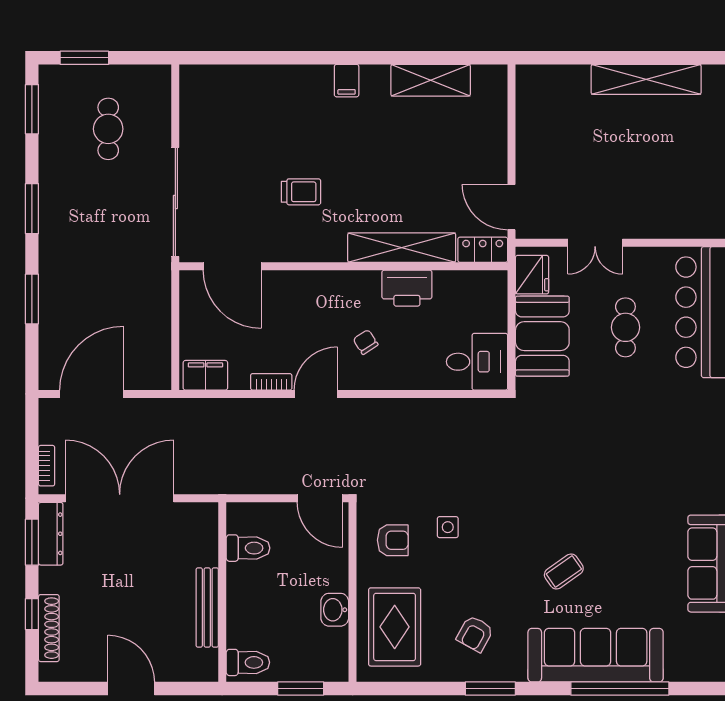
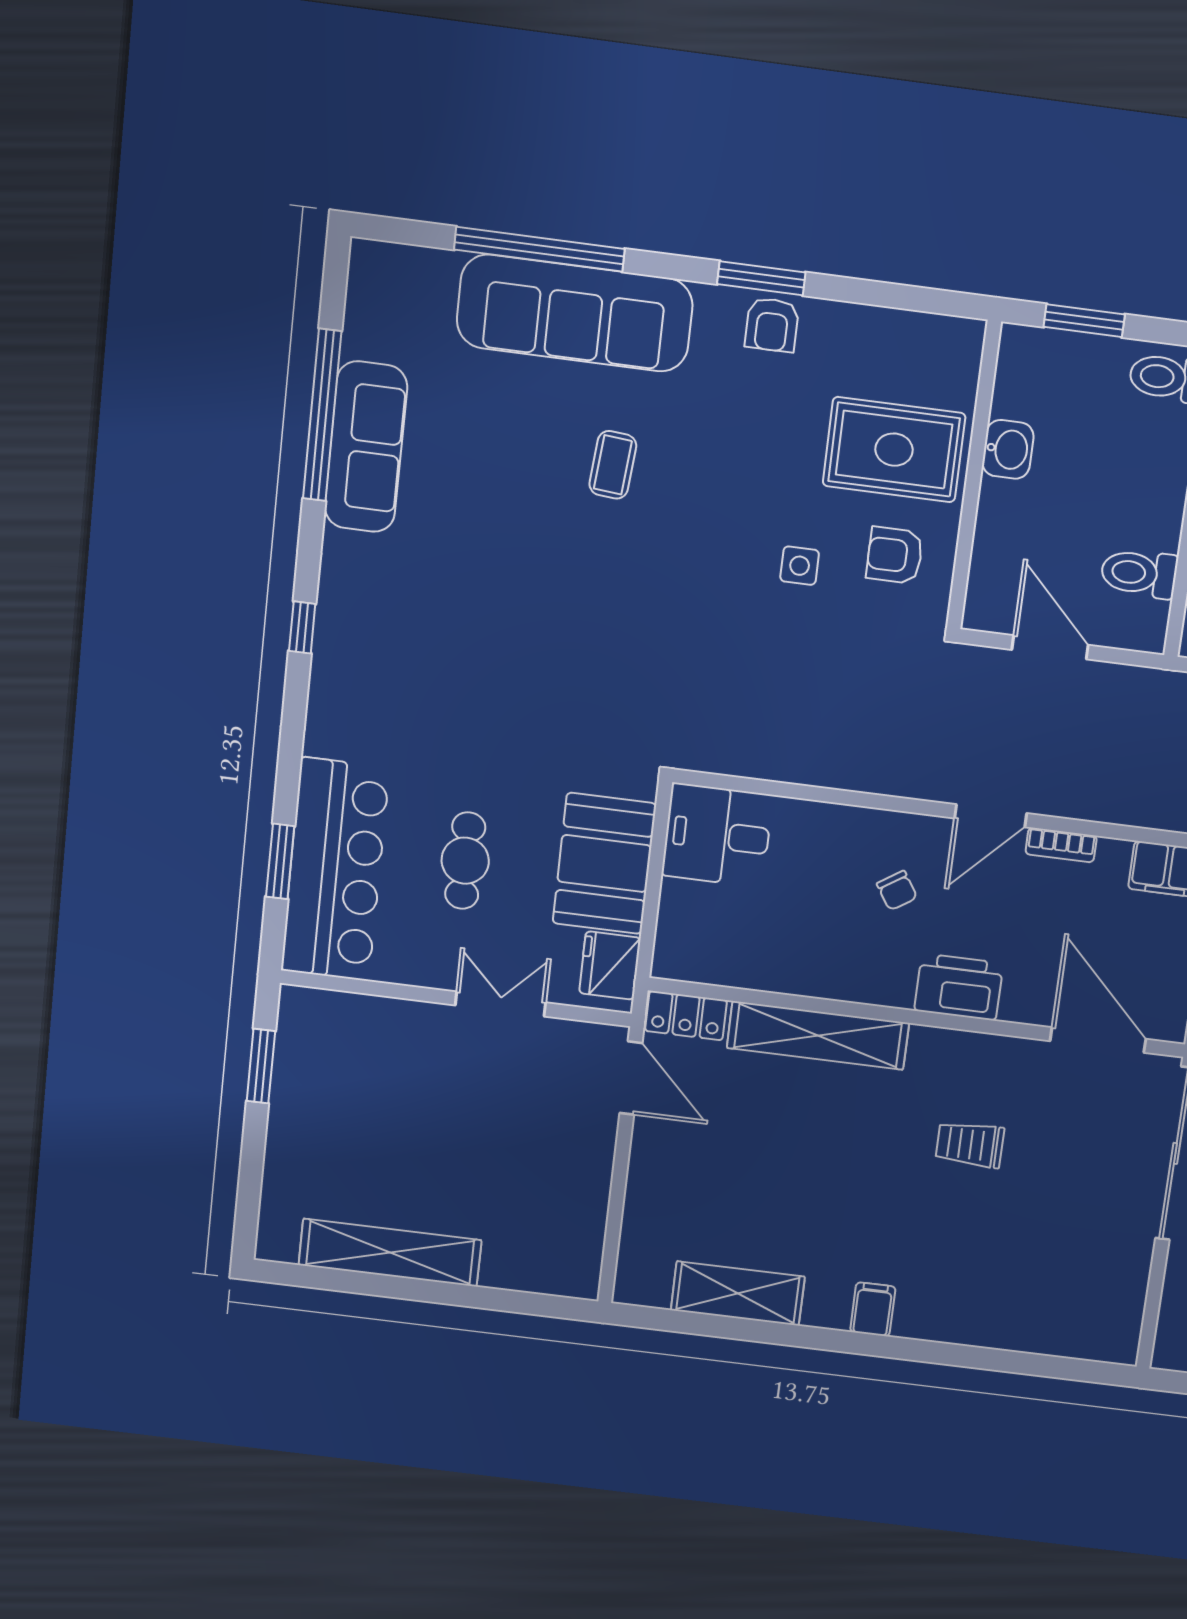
printer: (407, 288) -> (959, 987), moved
door: (320, 498) -> (1050, 647), moved
coffee table: (564, 571) -> (613, 465), turned -50
rug: (395, 627) -> (894, 450), moved, turned 90
armchair: (475, 634) -> (772, 325), moved, turned 151

